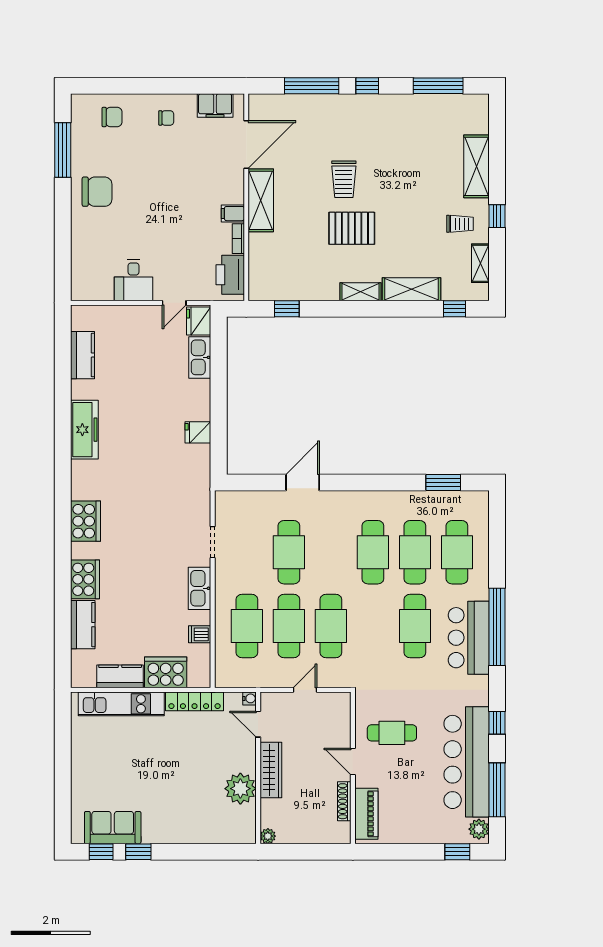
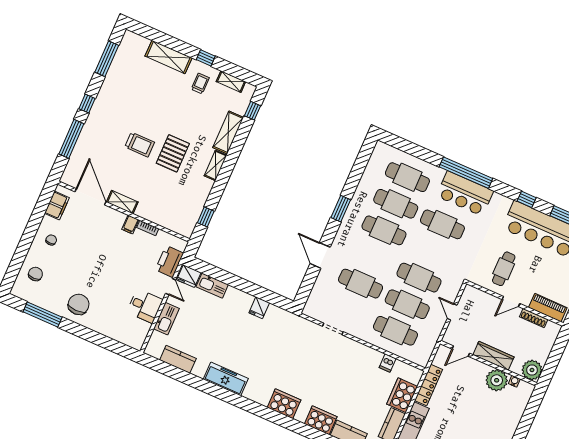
shelving: (261, 200) -> (122, 202), width x0.67, depth x0.75
printer: (230, 275) -> (169, 261), moved, turned 90
window: (443, 483) -> (341, 209), moved
kitchen sink: (200, 588) -> (166, 319), moved, turned -90
water cooler: (249, 698) -> (514, 381), moved
plant: (268, 836) -> (532, 370), width x1.87, depth x1.87

